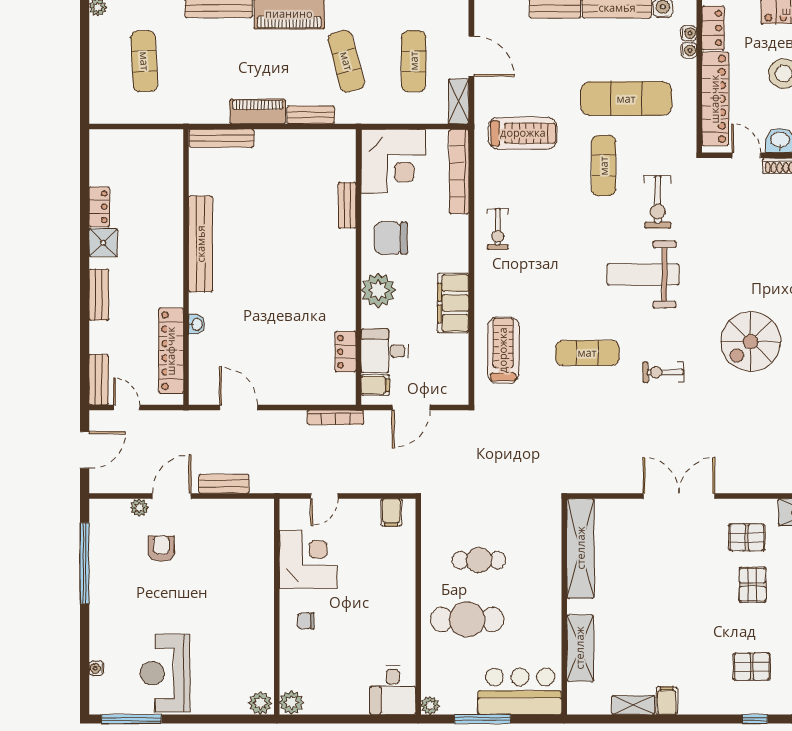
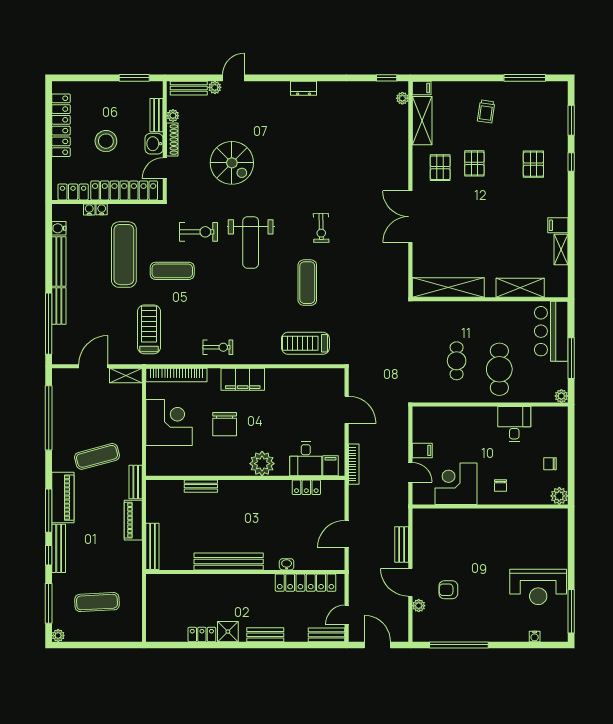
water cooler: (689, 33) -> (102, 209), moved
exercise mat: (414, 61) -> (97, 408), removed
bench: (347, 205) -> (201, 486), moved
wall: (359, 267) -> (245, 478), moved
plant: (378, 290) -> (262, 464), moved
filing cabinet: (453, 303) -> (243, 379), moved
spiral stairs: (751, 342) -> (232, 163), moved
desk: (385, 351) -> (306, 459), moved
locker: (346, 352) -> (306, 487), moved
filing cabinet: (375, 385) -> (330, 466), moved
filing cabinet: (391, 512) -> (422, 450), moved
pallet: (753, 585) -> (474, 163), turned 90
chair: (336, 690) -> (550, 464), added
desk: (393, 690) -> (514, 424), moved, turned -90
plant: (260, 703) -> (560, 518), removed

